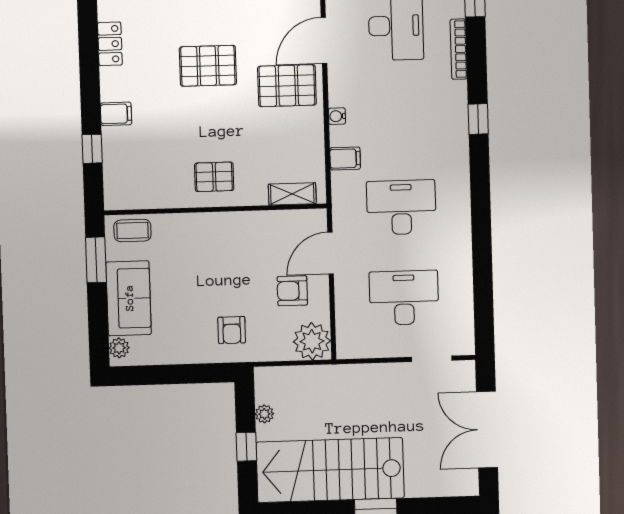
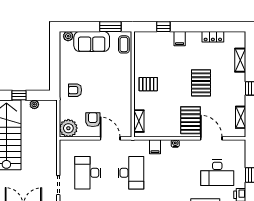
pallet: (214, 177) -> (148, 84), turned 90
desk: (404, 298) -> (88, 173), turned 180

